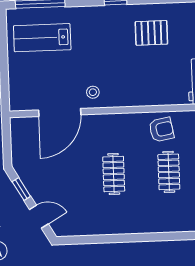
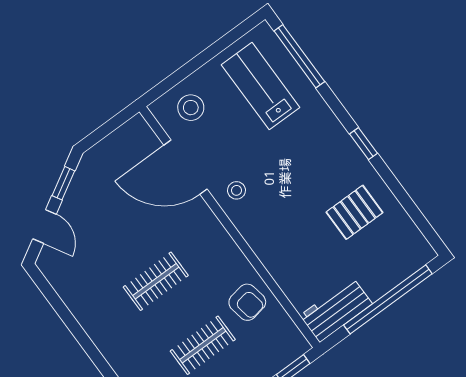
pallet: (151, 33) -> (354, 212), turned 90
stool: (27, 86) -> (191, 108), added

